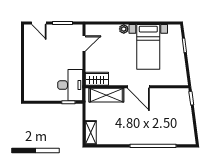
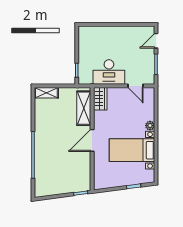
desk: (70, 85) -> (109, 72), moved

